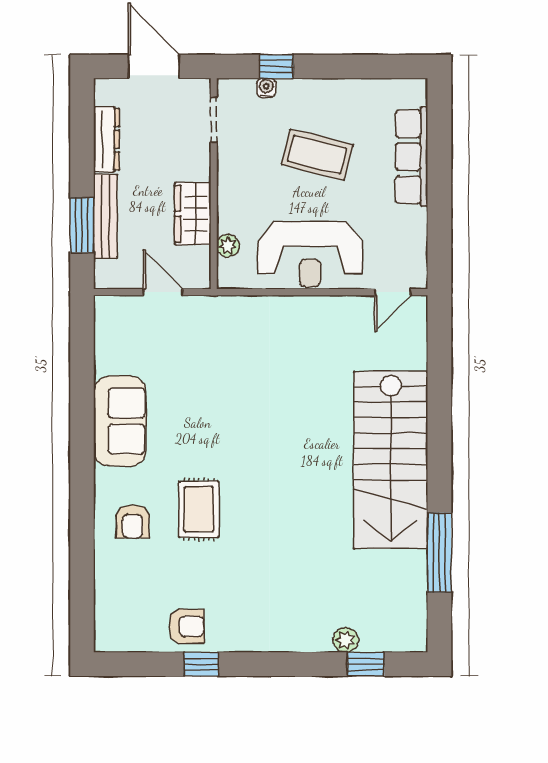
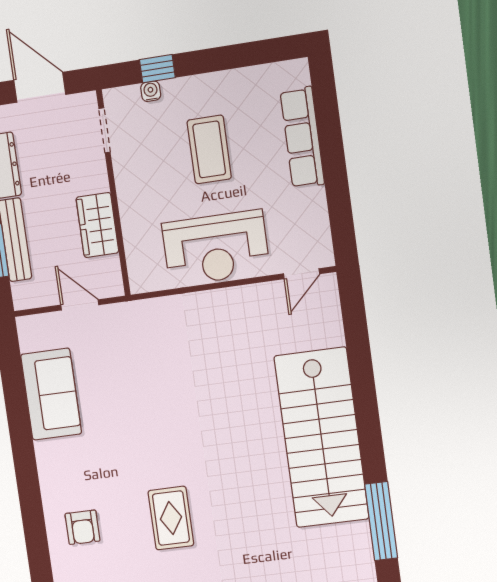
coffee table: (317, 155) -> (209, 149), turned 76
plant: (228, 246) -> (135, 251), removed
sofa: (120, 421) -> (51, 394), moved
rug: (199, 509) -> (171, 518), moved

